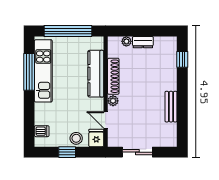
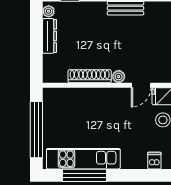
plant: (126, 41) -> (49, 11), moved
dresser: (143, 42) -> (49, 36), width x1.44
kitchen counter: (96, 74) -> (87, 97), removed

